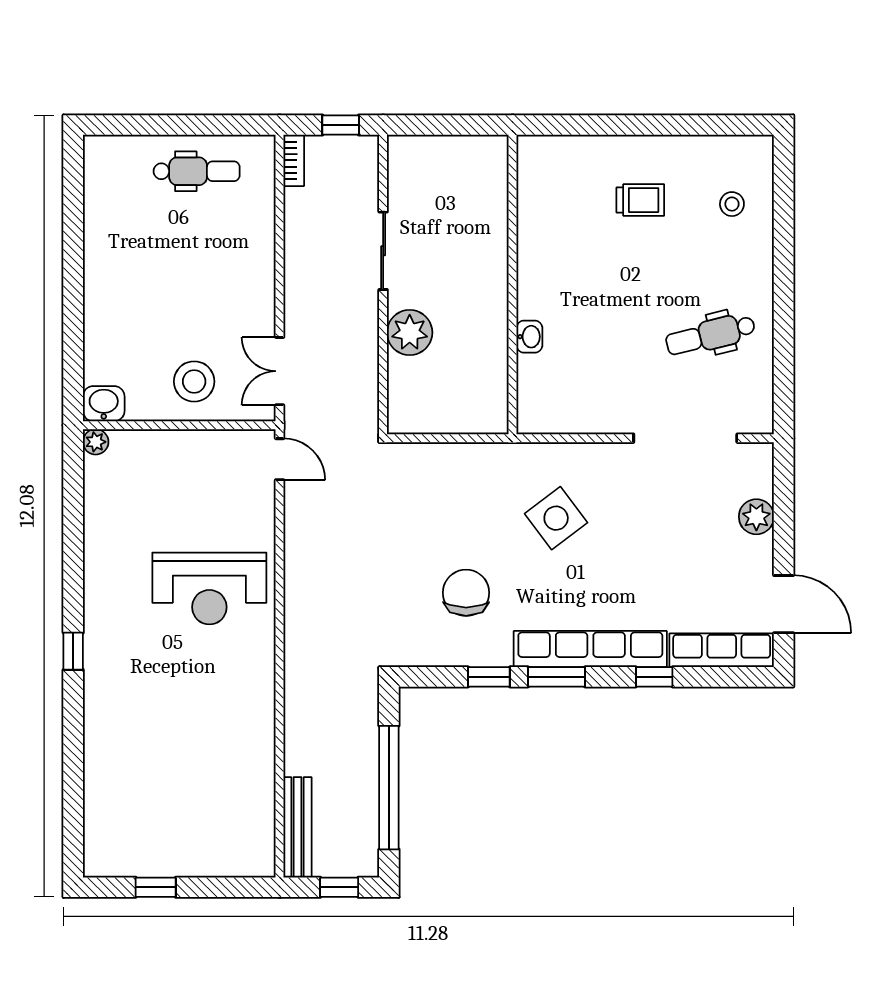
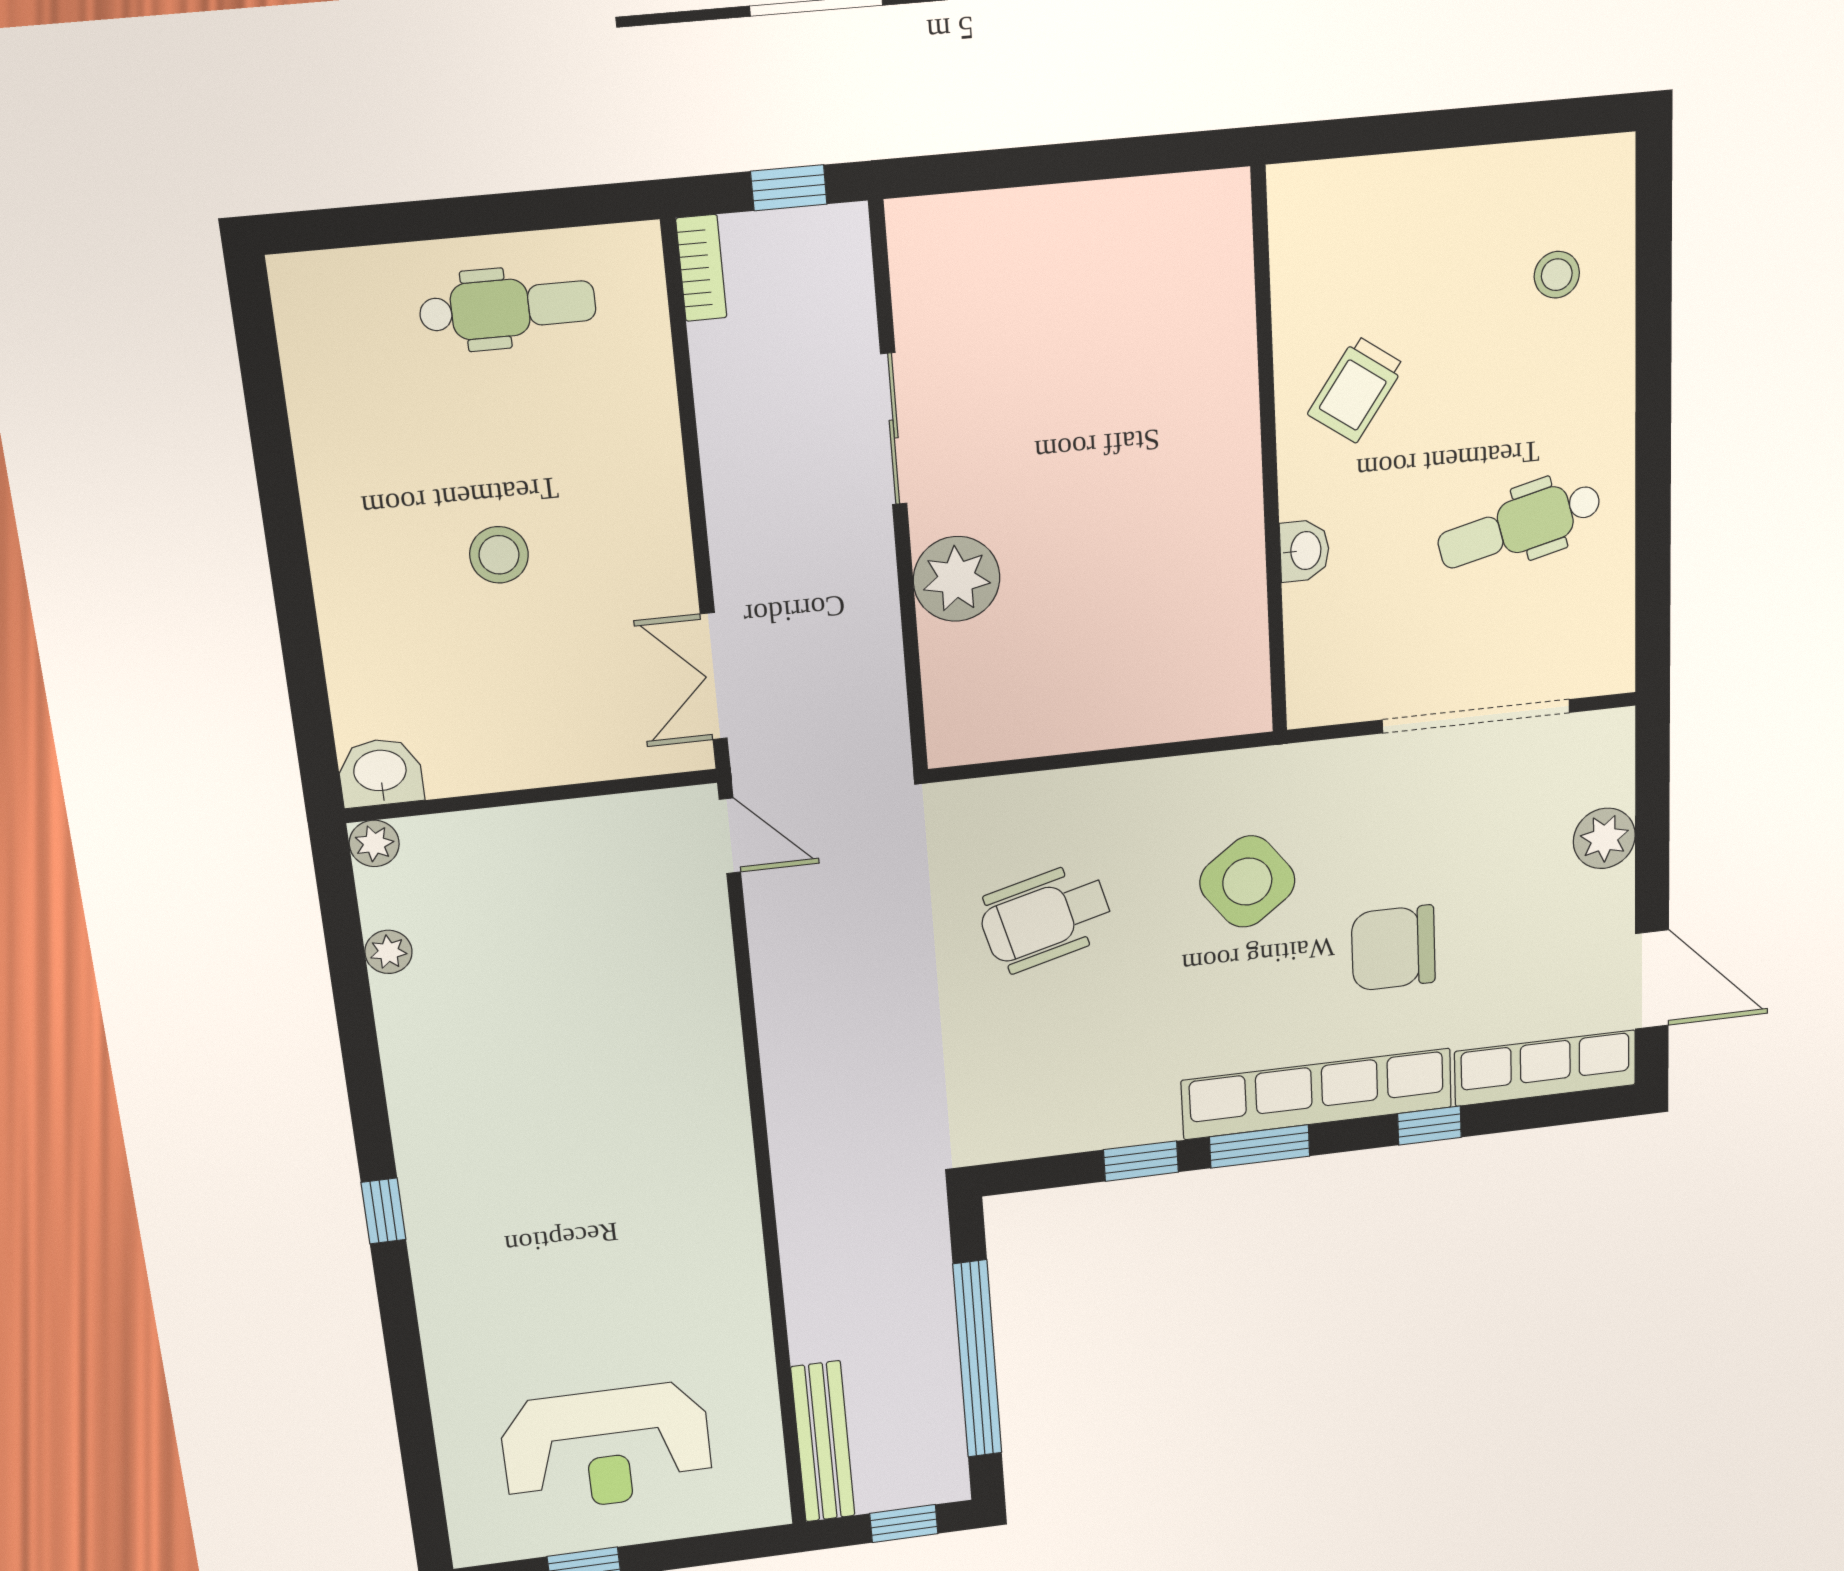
trolley: (640, 200) -> (1356, 389), moved, turned 125
wall: (513, 284) -> (1269, 457), moved
washbasin: (529, 337) -> (1304, 551), moved
stool: (194, 381) -> (499, 555), moved, width x0.73, depth x0.73
plant: (95, 503) -> (388, 952), added
wheelchair: (445, 526) -> (1046, 918), added
reception desk: (209, 588) -> (607, 1448), moved
chair: (466, 593) -> (1393, 948), moved, turned -90

